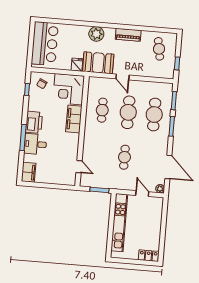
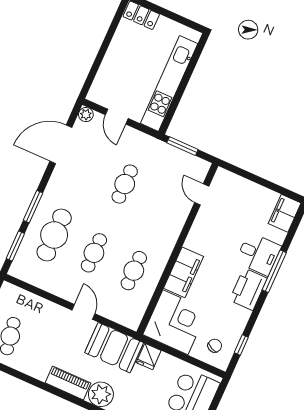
piano: (128, 35) -> (68, 383), moved
cafe table: (128, 112) -> (94, 253), width x0.73, depth x0.74
door: (168, 167) -> (61, 144), hinge flipped

